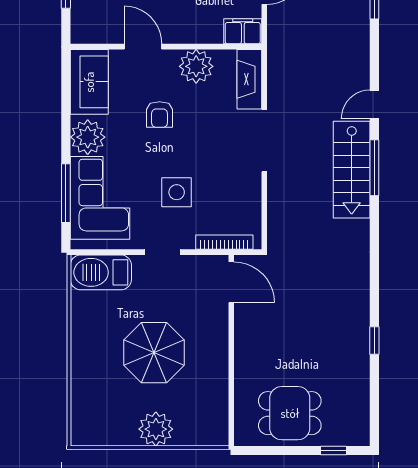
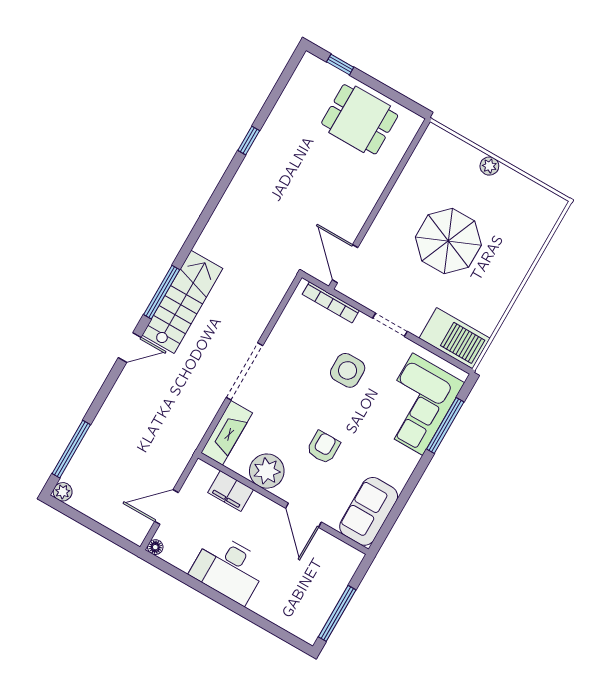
filing cabinet: (243, 31) -> (231, 491), moved
plant: (88, 137) -> (398, 464), removed
plant: (156, 429) -> (489, 166), width x0.53, depth x0.53

